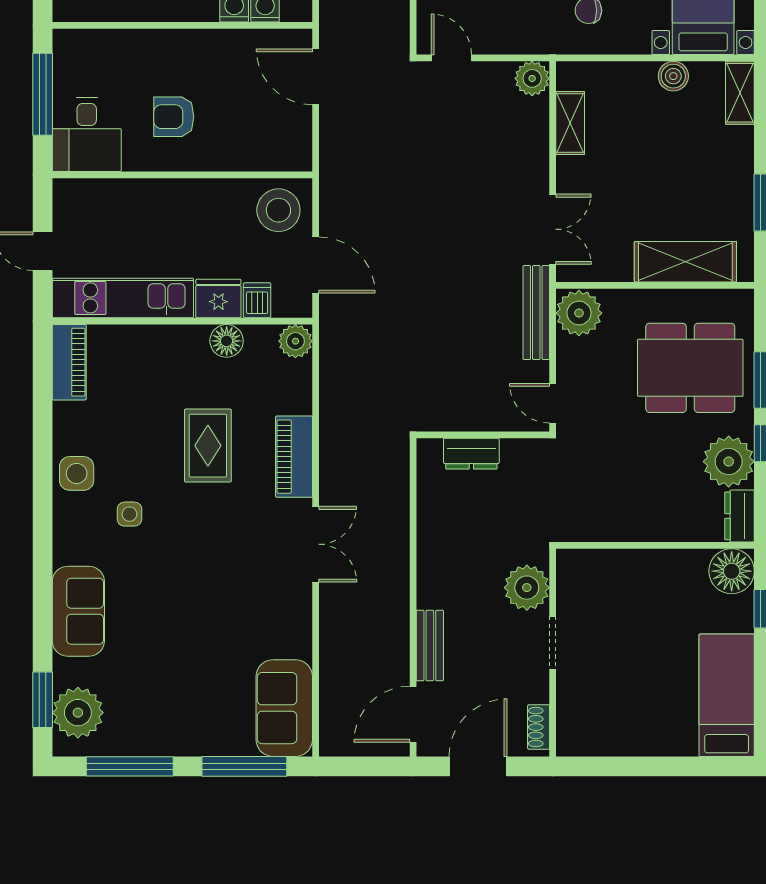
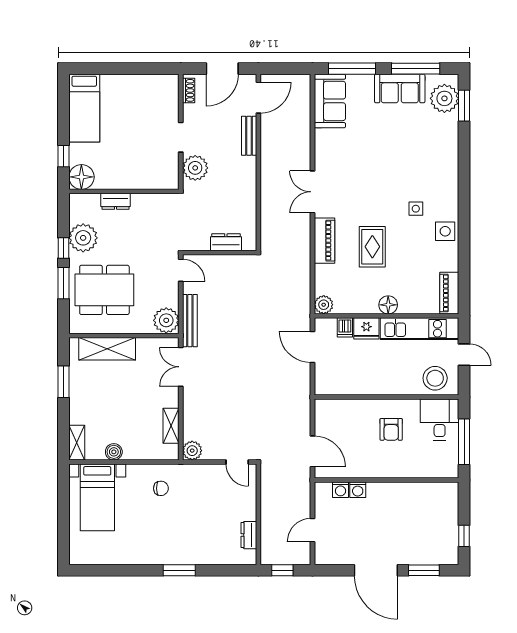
armchair: (174, 117) -> (391, 429), turned 90
stool: (278, 210) -> (435, 378), moved
floor lamp: (227, 341) -> (388, 305), moved
dresser: (740, 516) -> (116, 201), moved, turned 90
sofa: (78, 611) -> (400, 89), moved, turned -90

